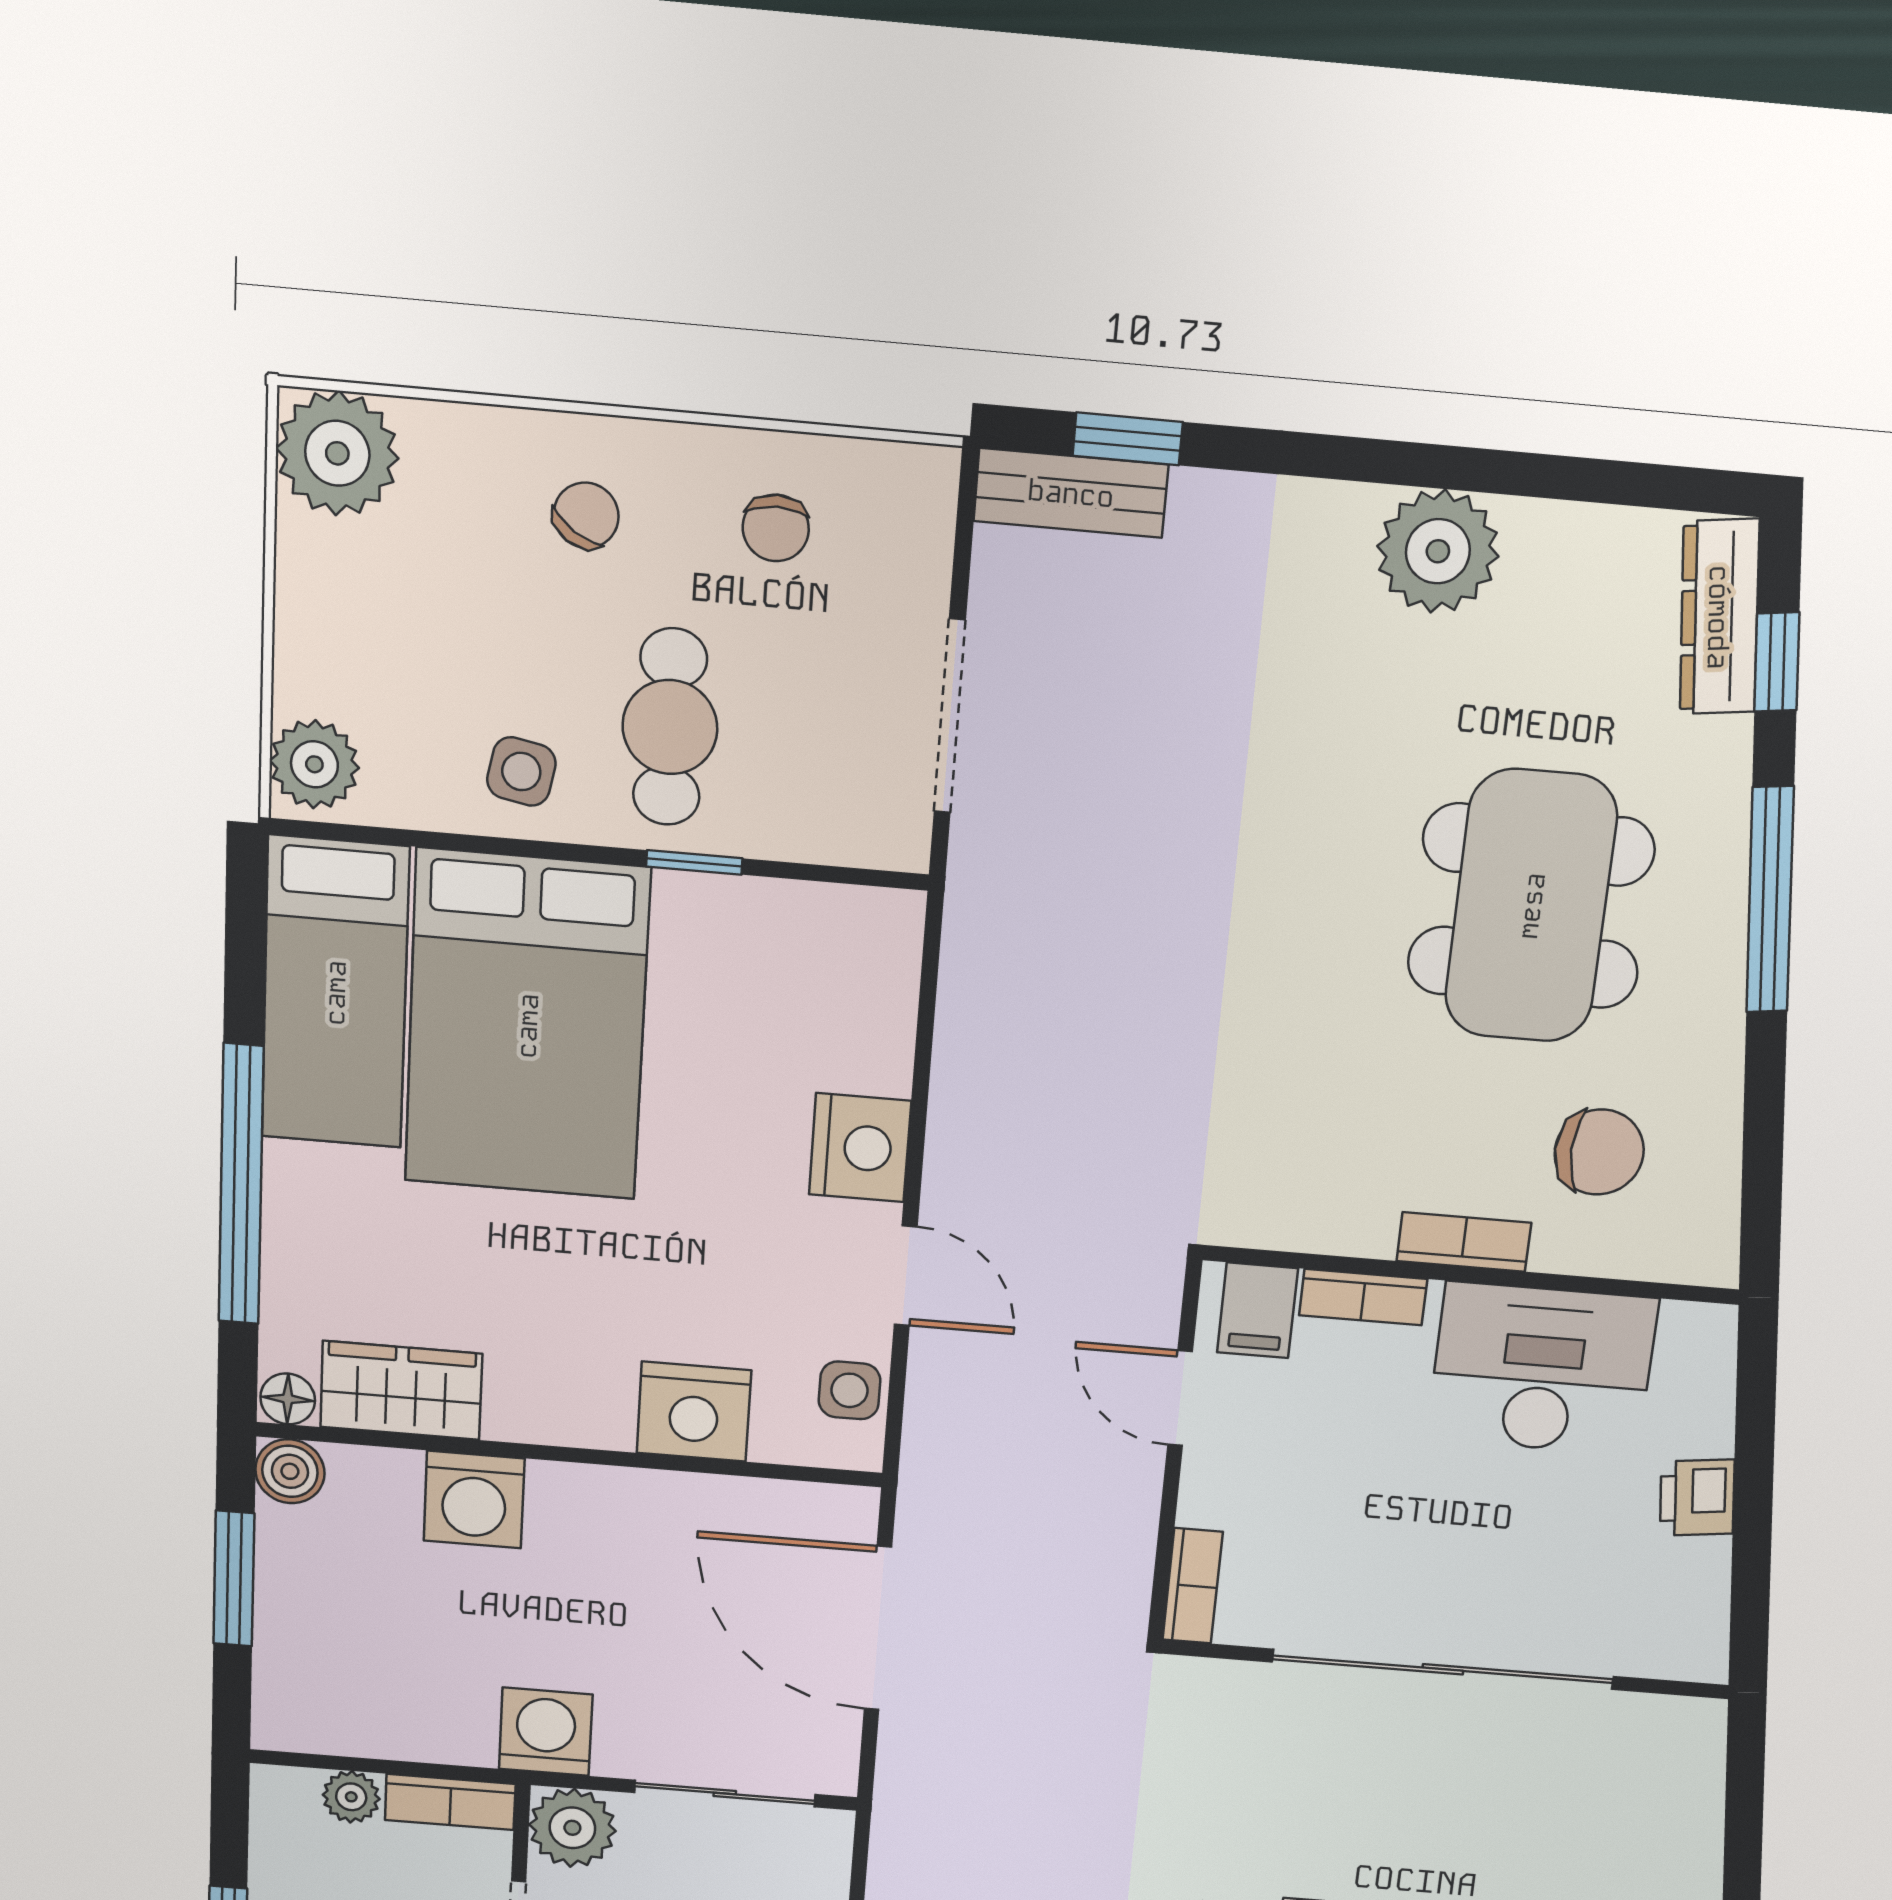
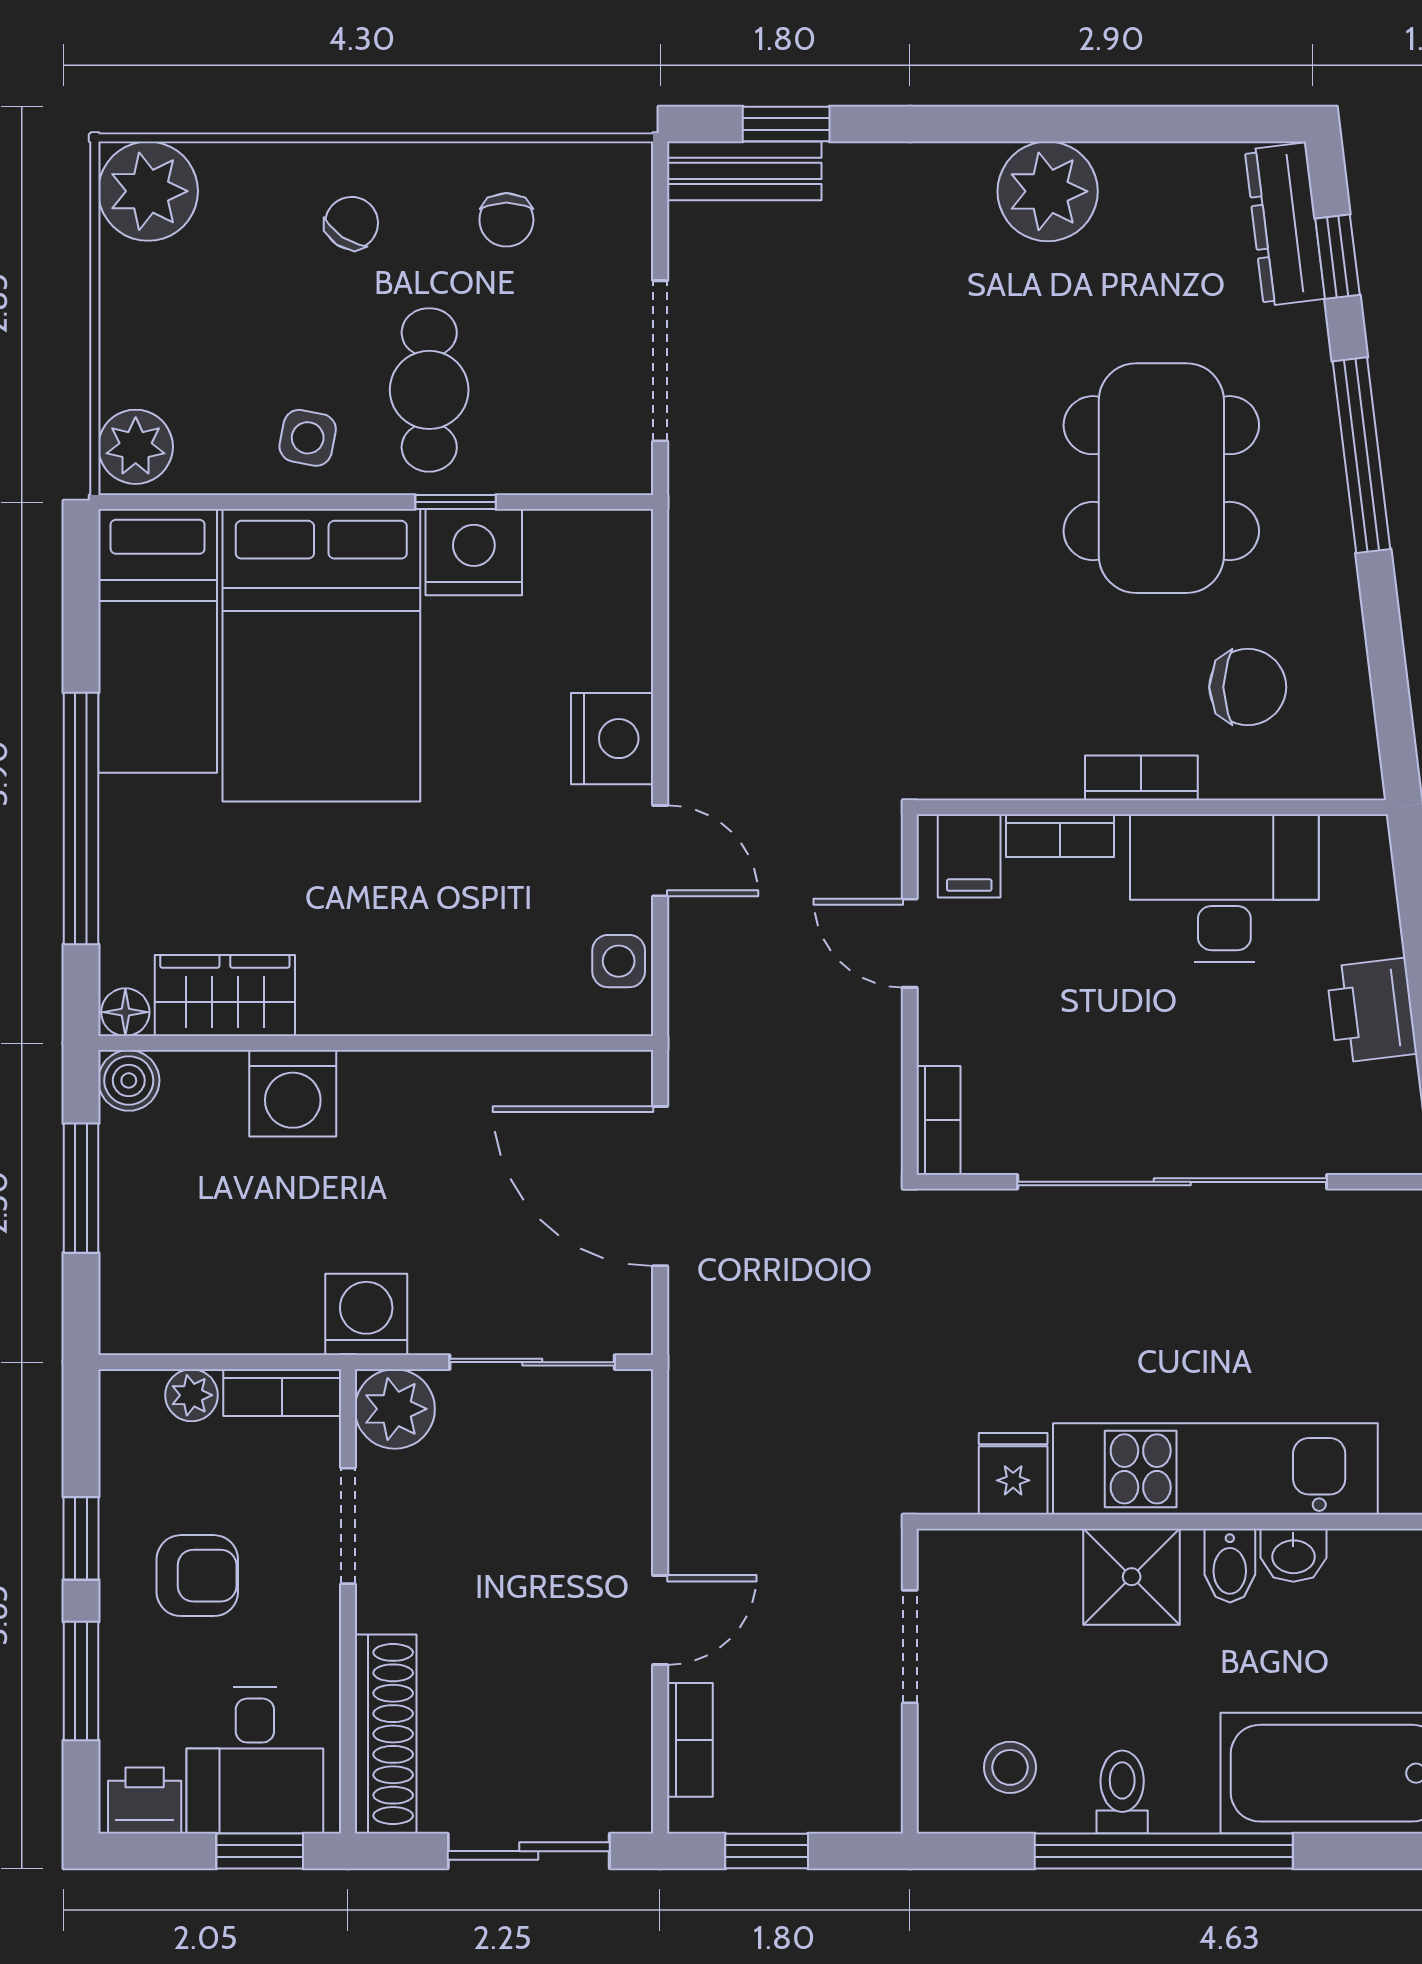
nightstand: (694, 1412) -> (474, 552), moved, turned 180
printer: (1697, 1498) -> (1371, 1010), width x1.36, depth x1.24

